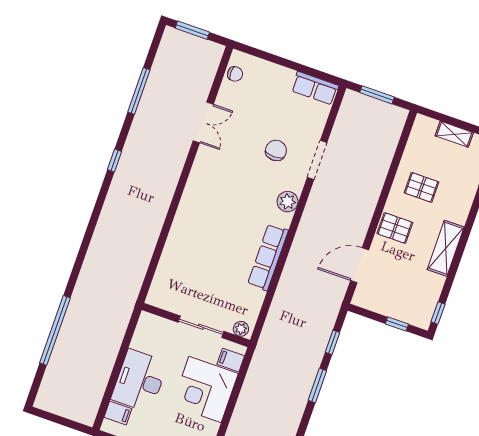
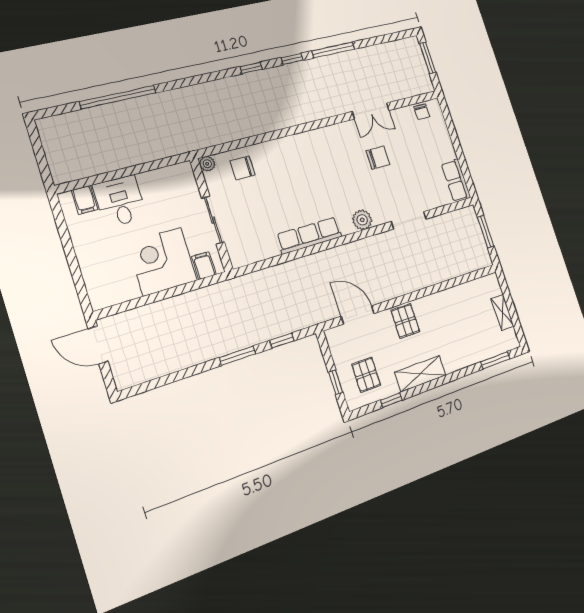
window: (139, 91) -> (333, 50), moved
chair: (276, 150) -> (378, 158), moved
pallet: (422, 187) -> (366, 375), moved
window: (100, 203) -> (251, 68), added
chair: (176, 272) -> (243, 168), added
window: (438, 313) -> (391, 400), moved
plant: (241, 329) -> (207, 164), moved
desk: (139, 381) -> (120, 201), width x0.73

